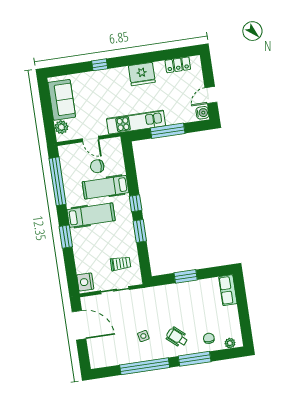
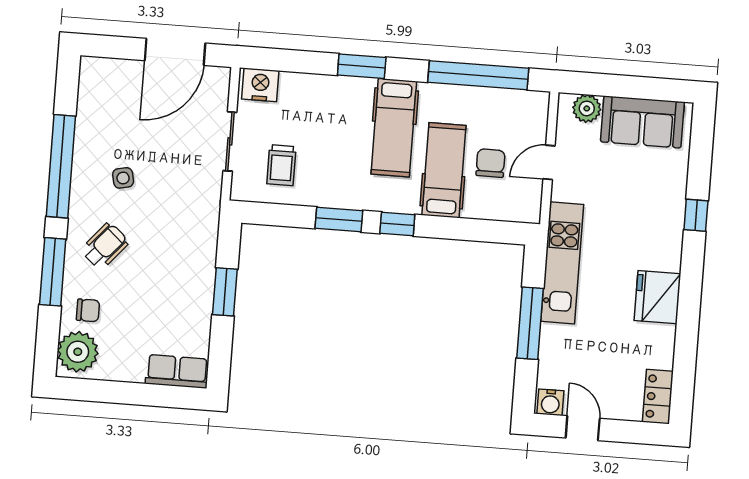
locker: (178, 65) -> (658, 397), moved
plant: (230, 343) -> (78, 352), width x1.88, depth x1.88

